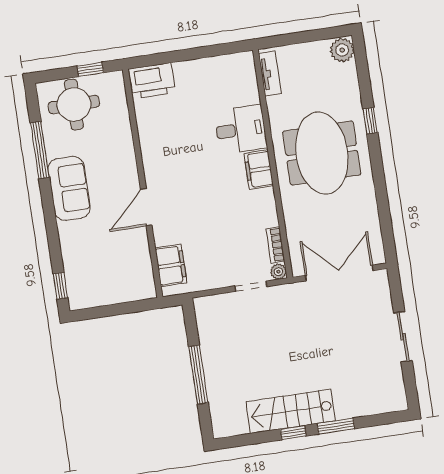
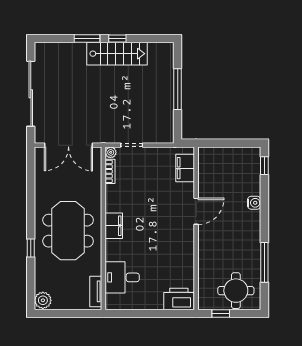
desk: (241, 129) -> (122, 277), moved
sofa: (69, 188) -> (248, 233), removed
water cooler: (67, 231) -> (254, 203), added
sliding door: (403, 337) -> (31, 94), width x1.86

